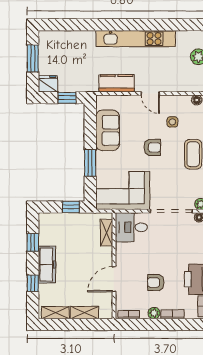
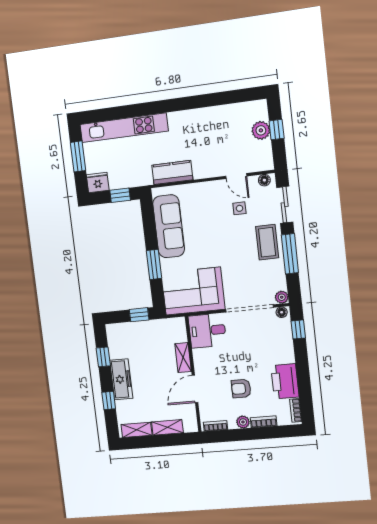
kitchen unit: (136, 39) -> (124, 128), moved
door: (150, 93) -> (236, 176), moved
sofa: (108, 130) -> (169, 226), width x1.36
armchair: (152, 147) -> (220, 240), removed
shelving: (107, 233) -> (183, 358), moved

